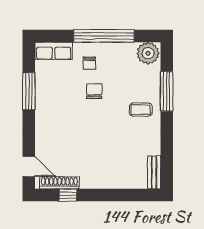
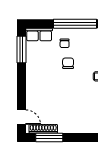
window: (29, 91) -> (21, 49), moved
window: (68, 195) -> (49, 137), width x2.17

